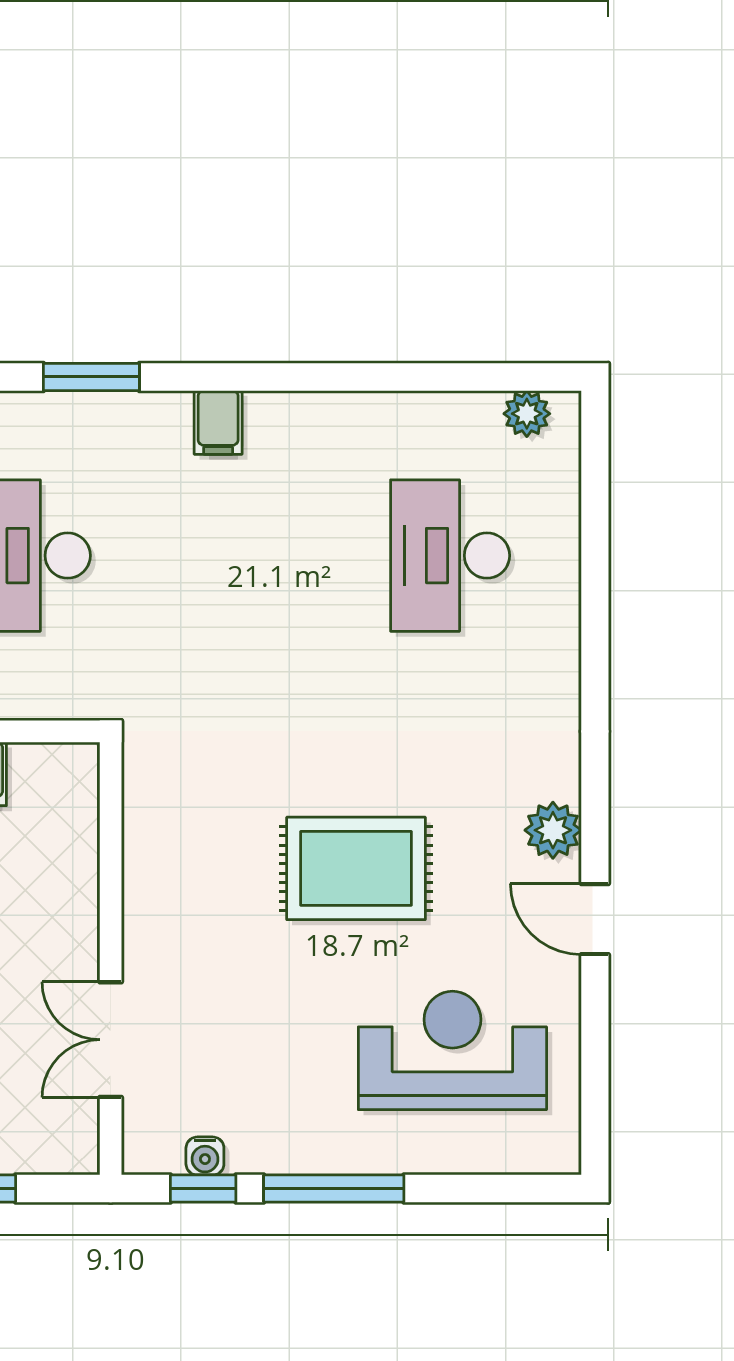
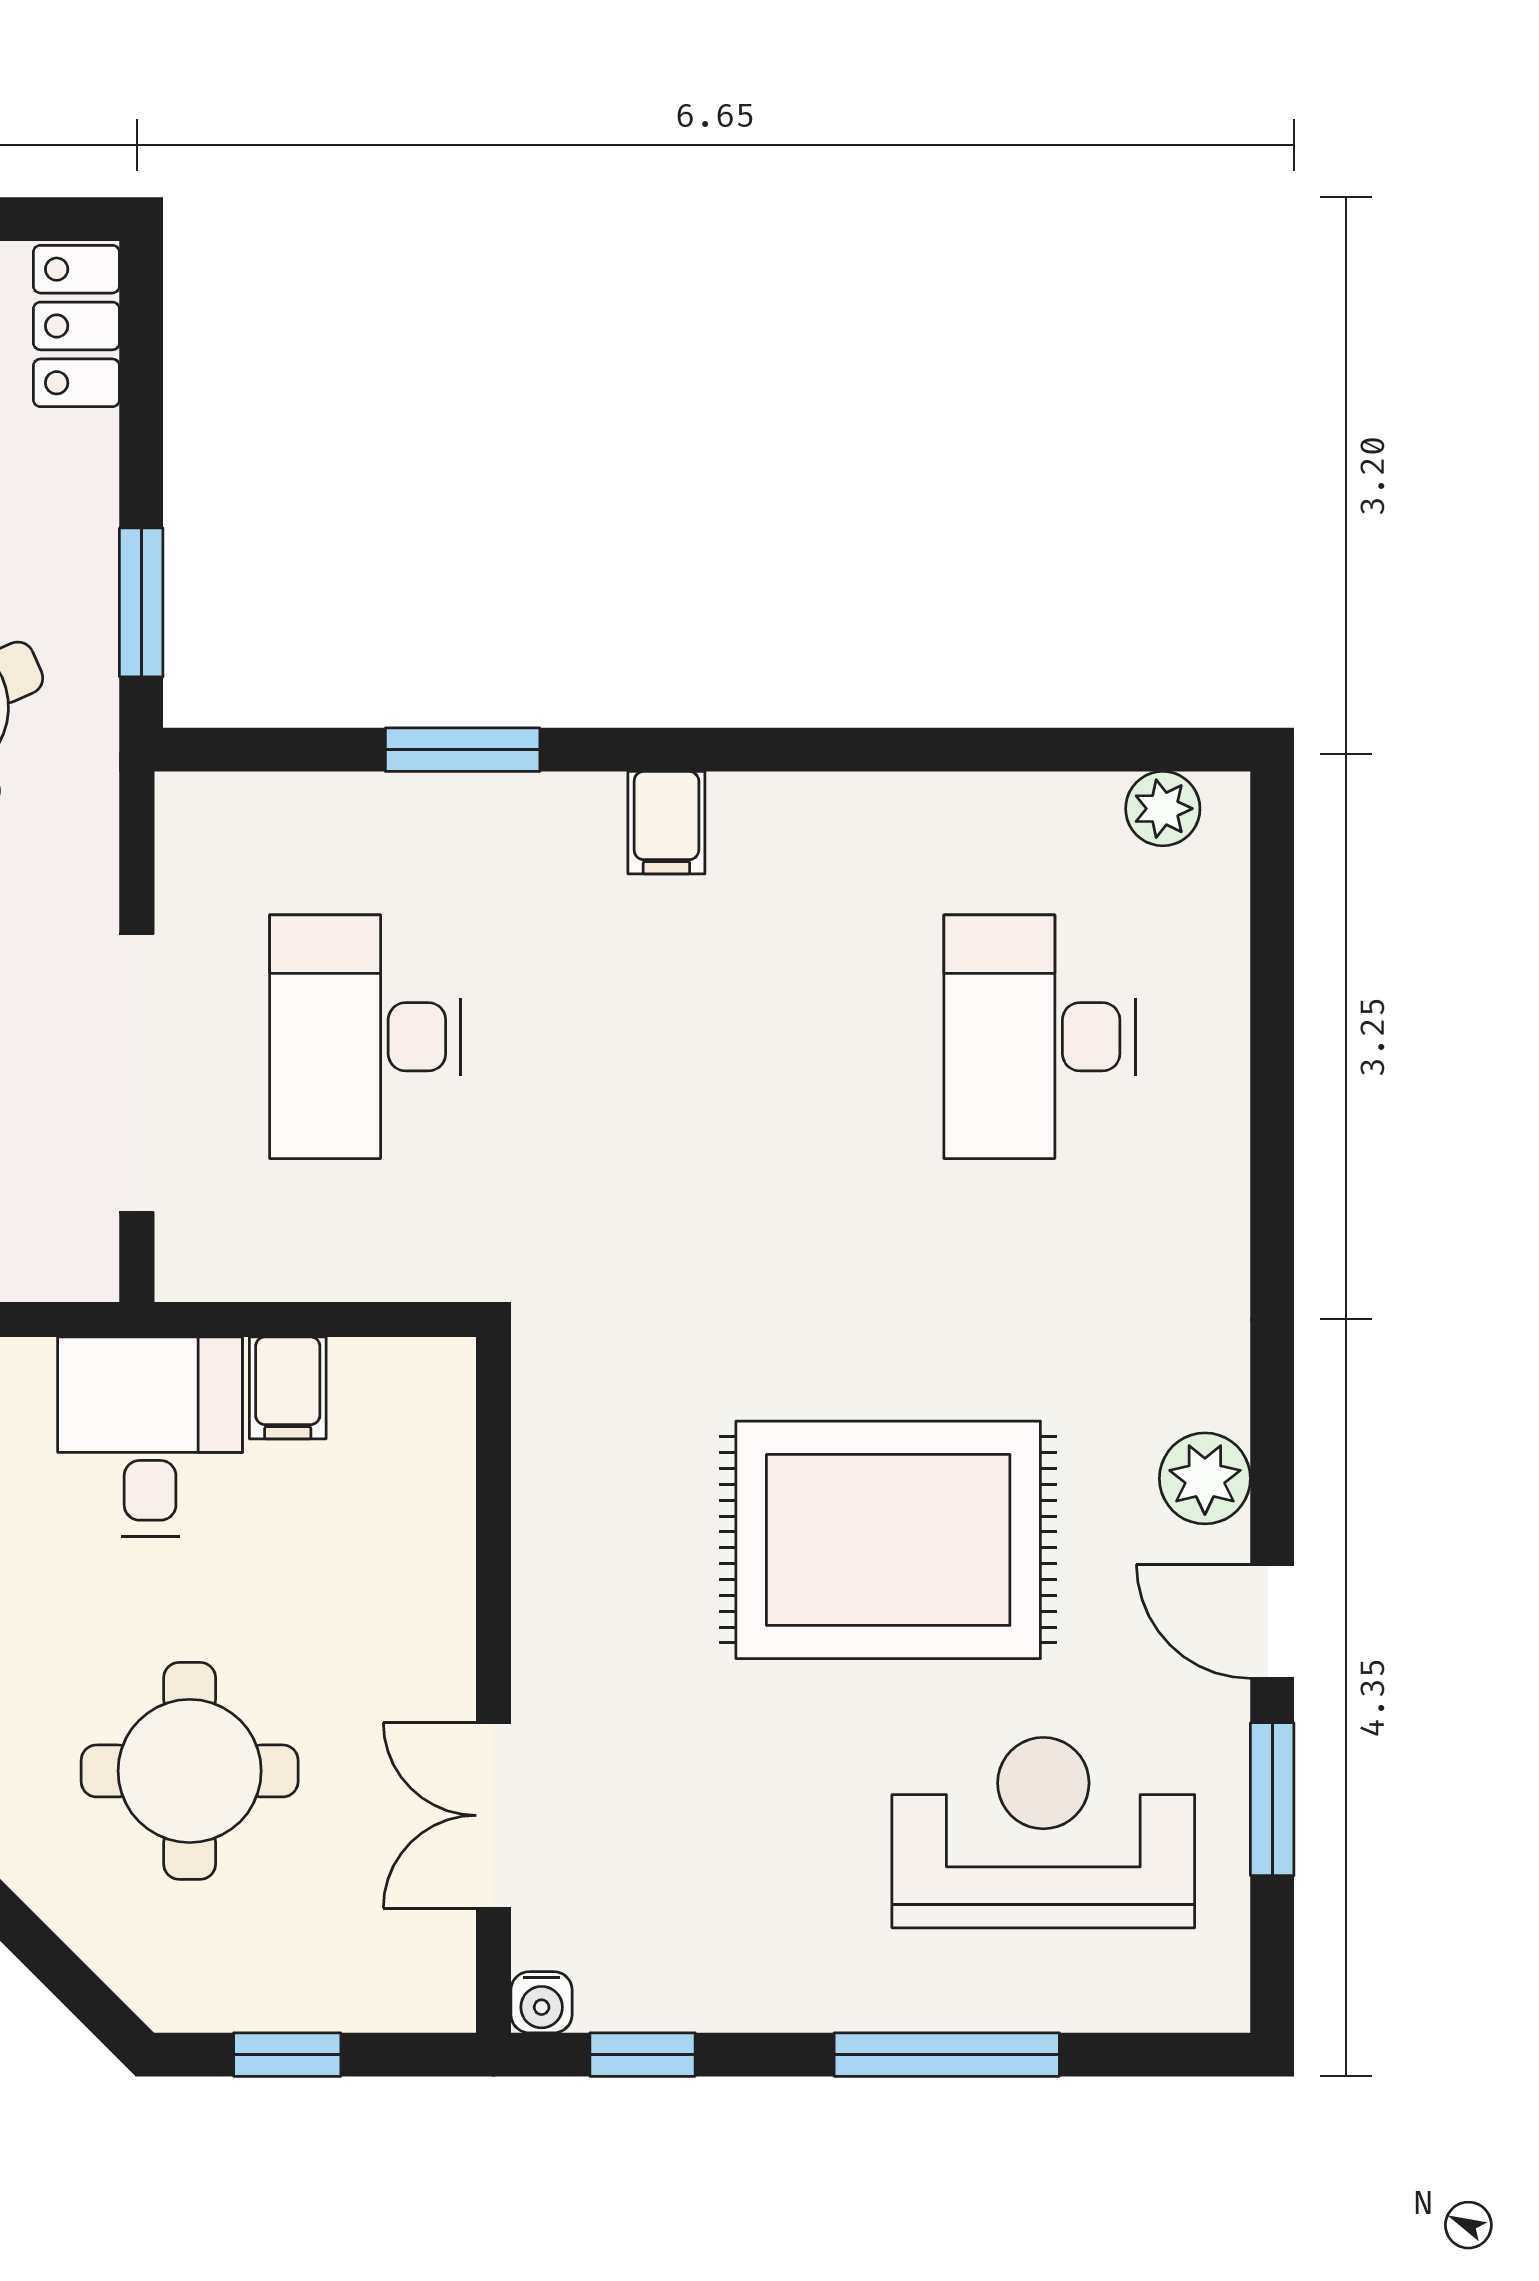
rug: (356, 868) -> (888, 1540), width x1.37, depth x1.44
window: (595, 1030) -> (1272, 1799), added
water cooler: (205, 1156) -> (542, 2002), moved
window: (334, 1189) -> (947, 2055), moved

